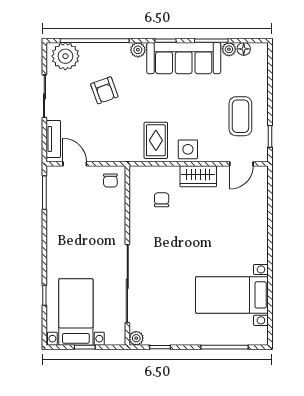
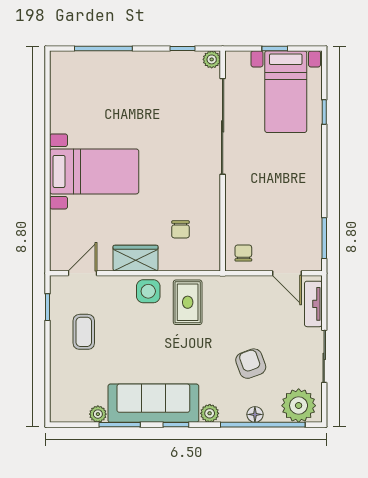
floor lamp: (244, 49) -> (255, 414), moved
coffee table: (240, 116) -> (84, 332), width x0.73, depth x0.77
bed with nightstands: (232, 295) -> (94, 171), moved

